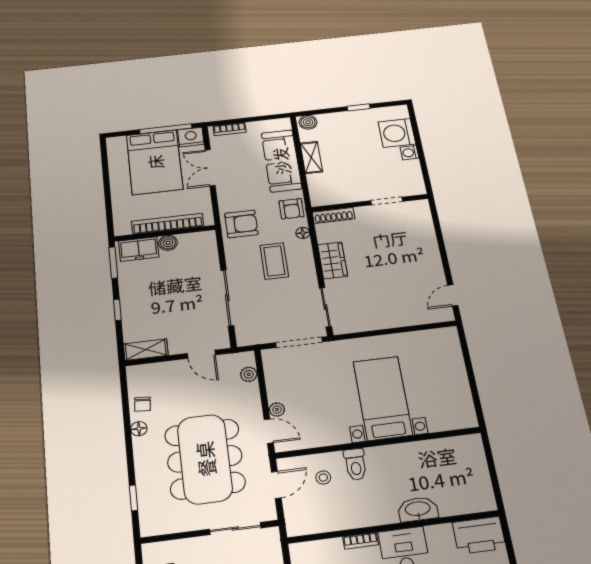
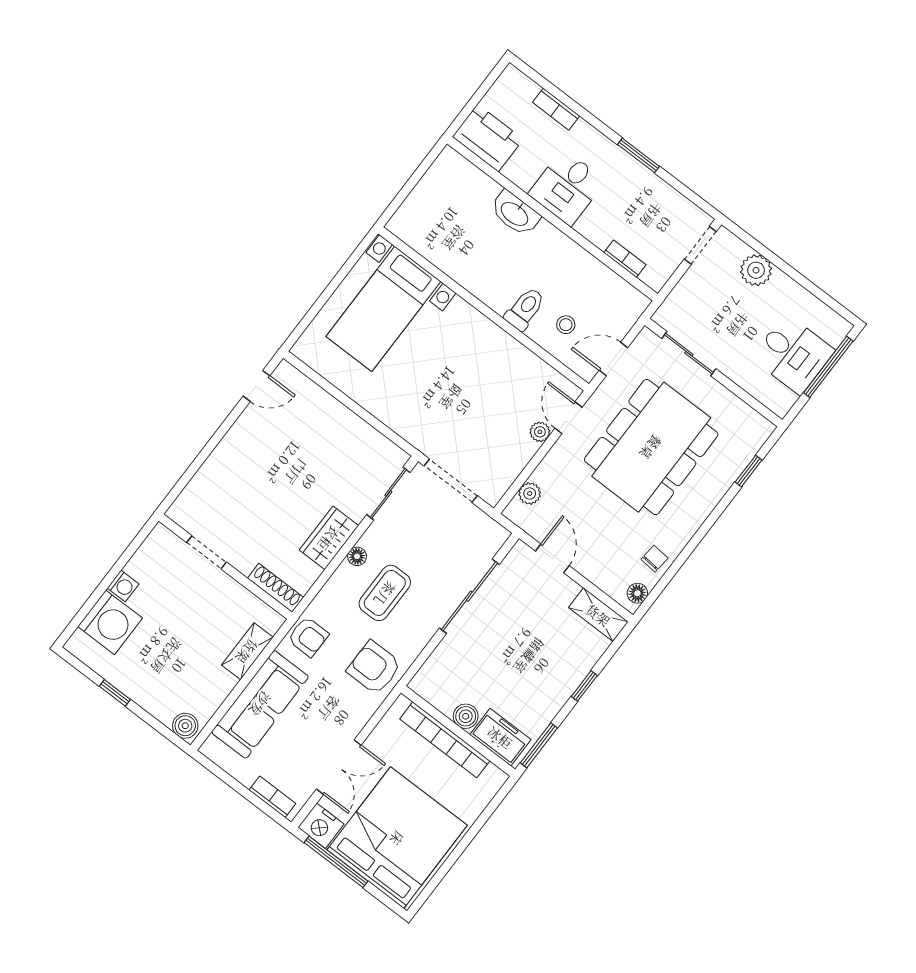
shelving: (311, 157) -> (247, 651), moved
bed: (155, 162) -> (397, 838), width x1.36
armchair: (291, 209) -> (308, 637), turned 90
floor lamp: (303, 233) -> (357, 556), moved
bed with nightstands: (383, 398) -> (383, 309), moved
floor lamp: (139, 429) -> (637, 593), moved
bookcase: (361, 541) -> (625, 259), moved

